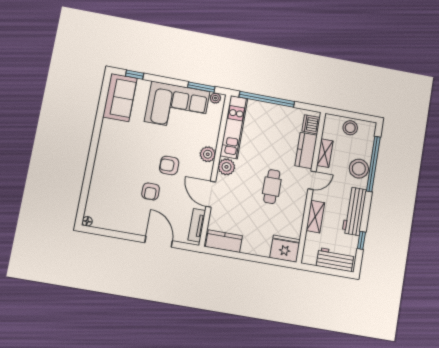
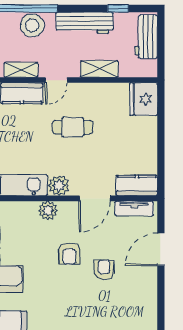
door: (312, 180) -> (56, 80), swing flipped
armchair: (151, 191) -> (104, 270), turned -90
kitchen counter: (224, 241) -> (137, 185), moved, turned 90

